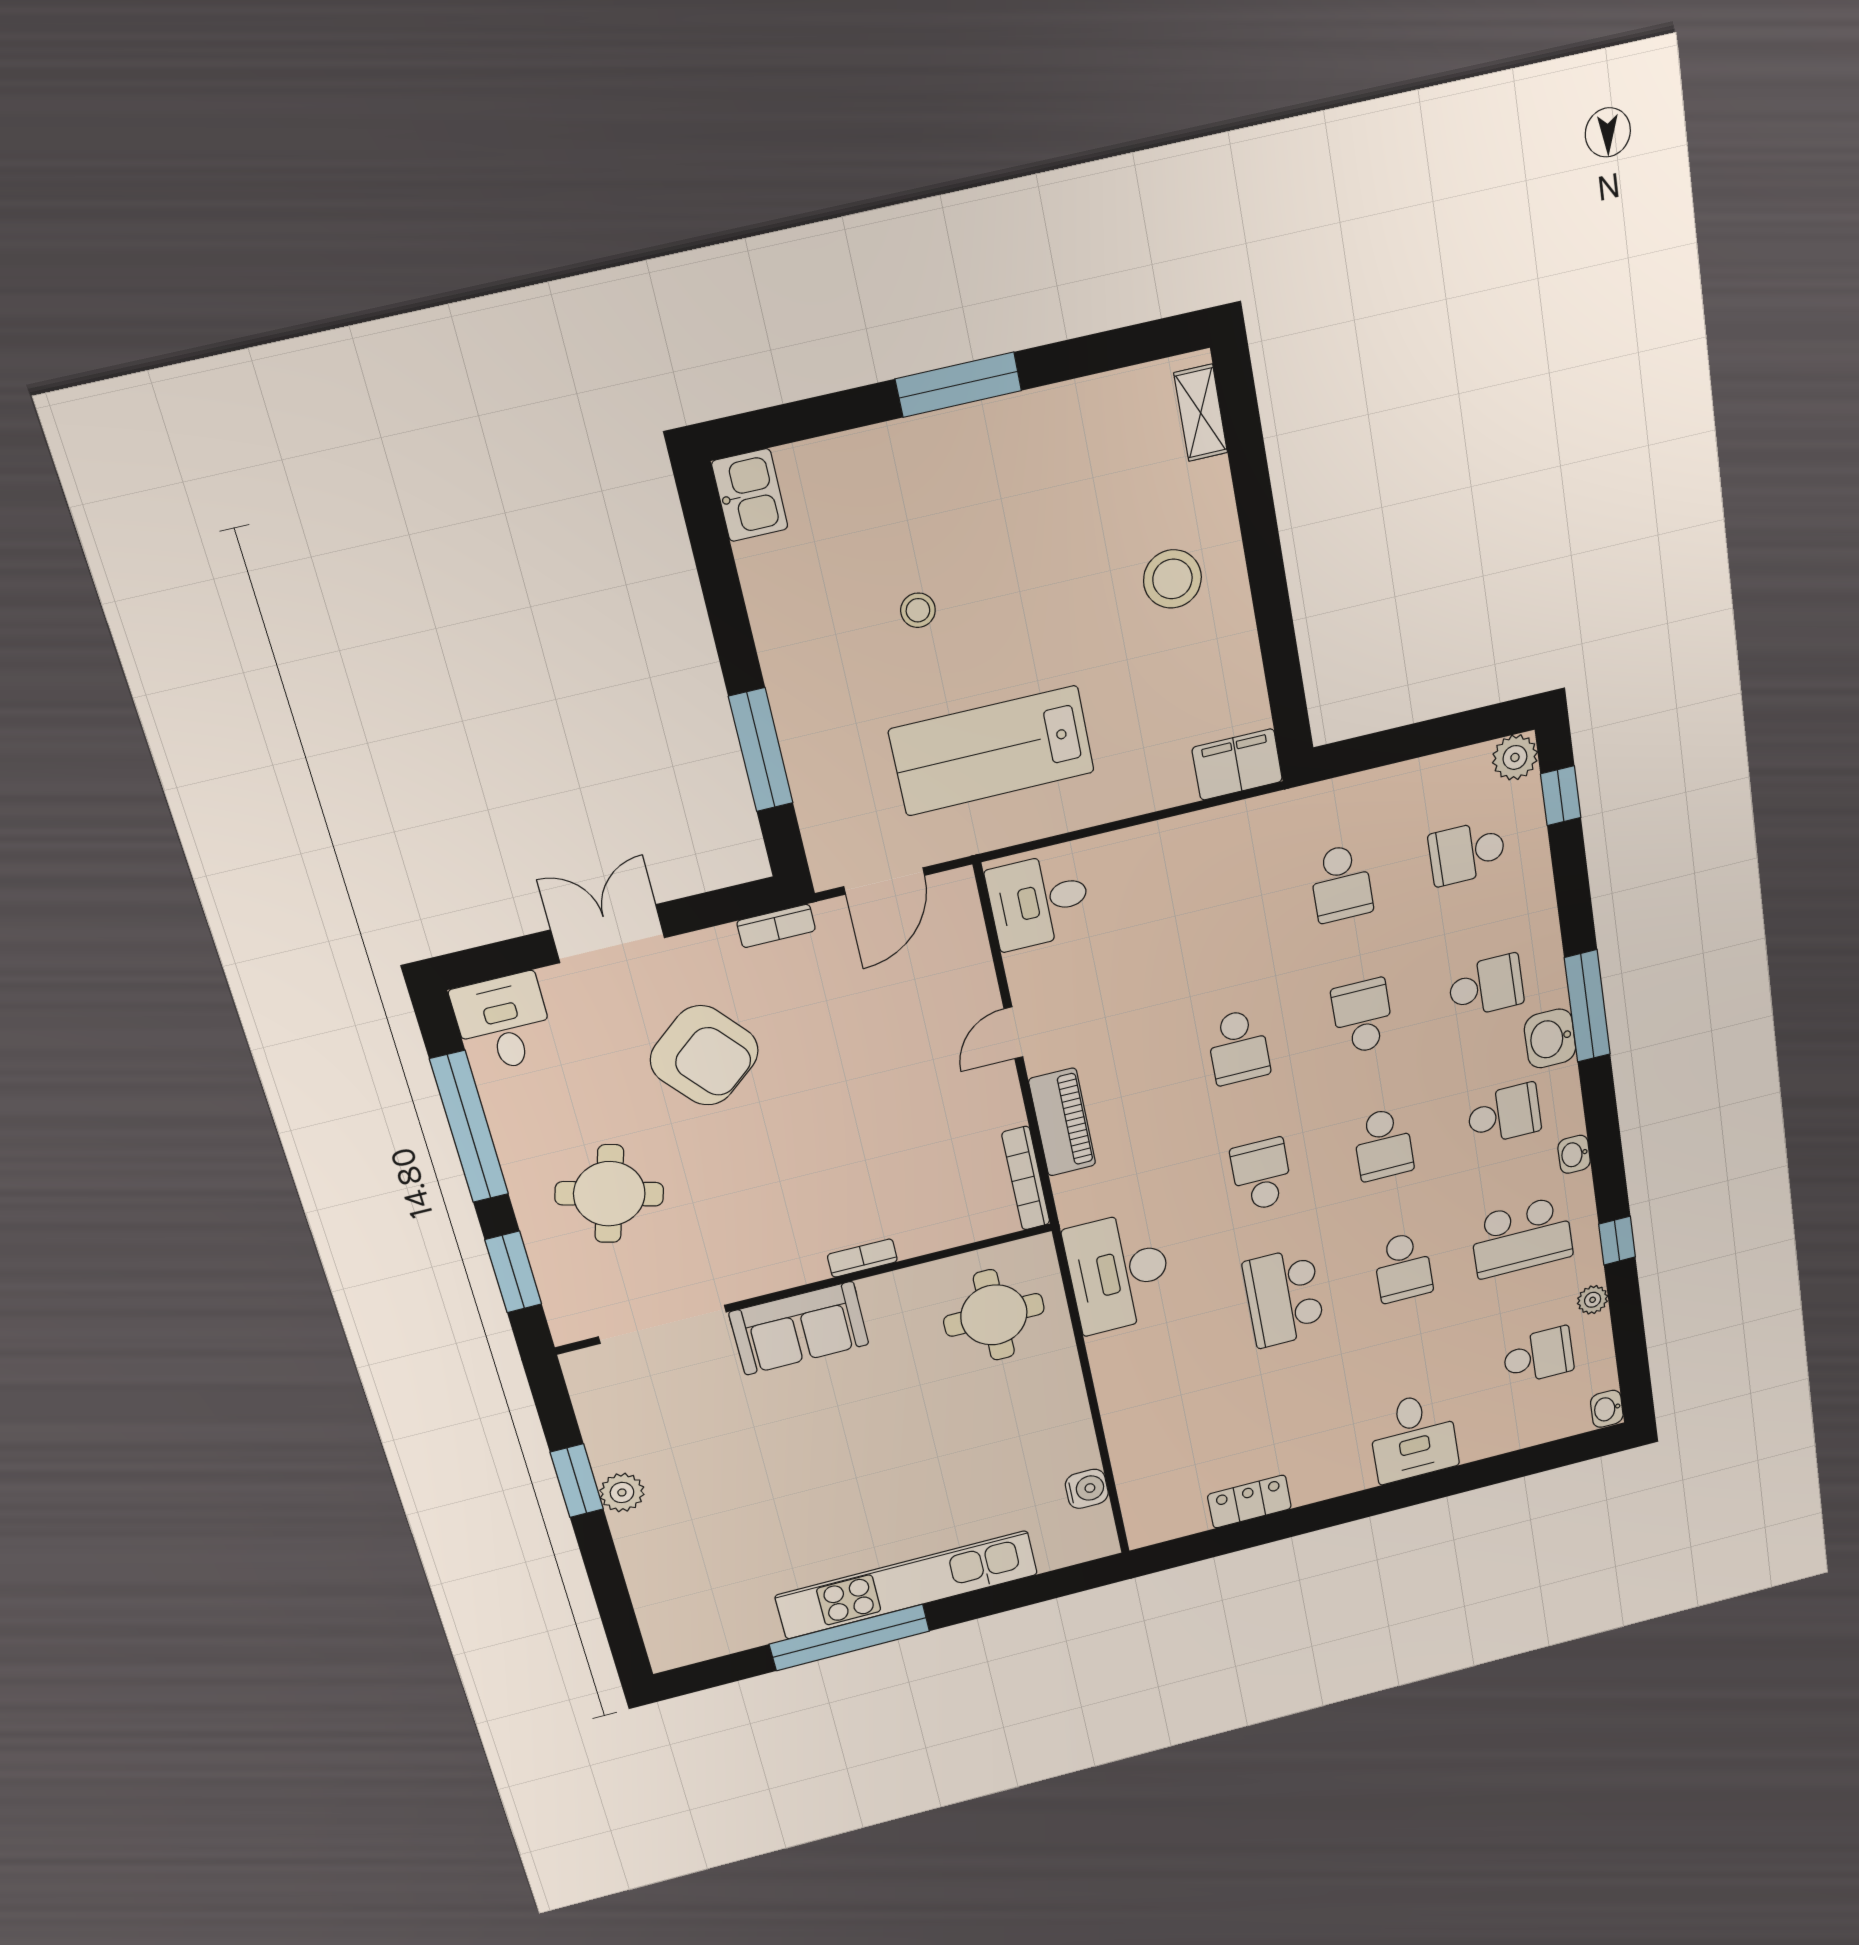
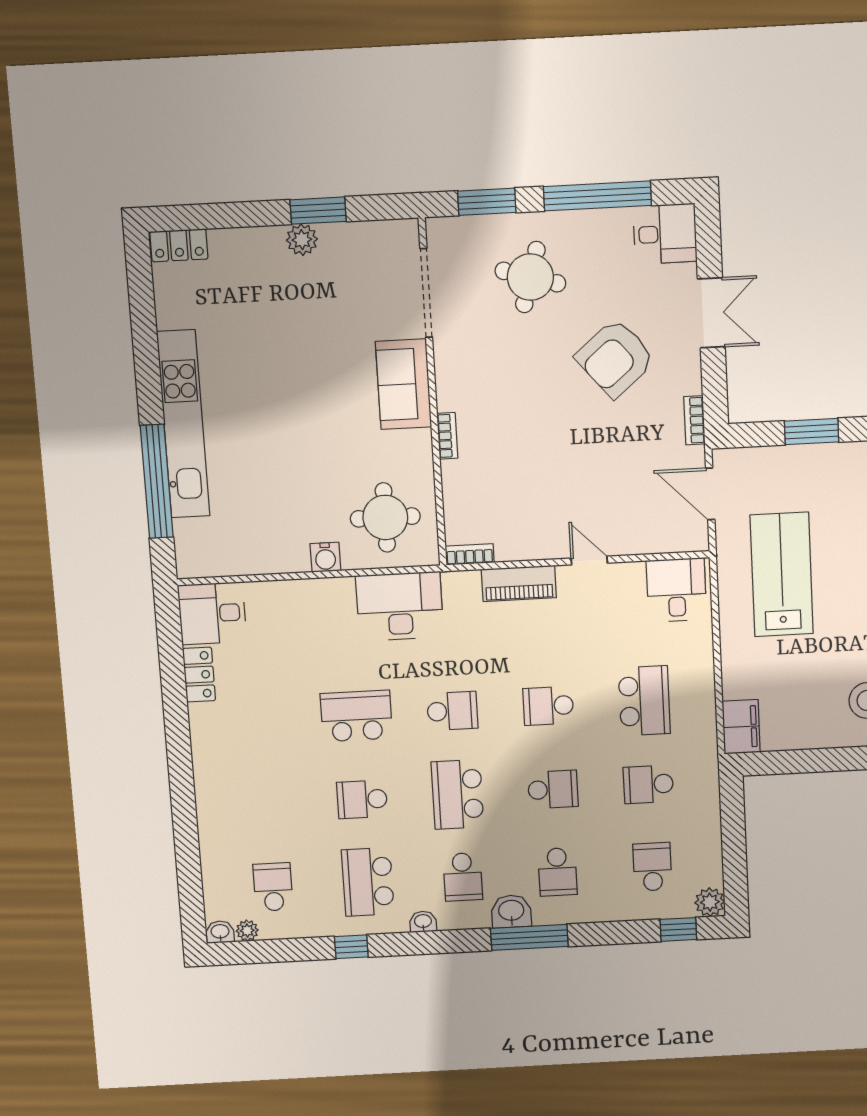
window: (761, 750) -> (812, 432), width x0.69
school desk: (1214, 914) -> (644, 701), added
school desk: (1383, 1144) -> (458, 794), width x1.85
bookcase: (1026, 1178) -> (470, 554), width x0.64
plant: (1593, 1300) -> (247, 931), moved
school desk: (1538, 1356) -> (273, 887), turned 180
desk: (1413, 1437) -> (212, 613), moved
water cooler: (1087, 1489) -> (325, 557), moved
locker: (663, 1635) -> (179, 245), added
window: (850, 1638) -> (157, 481), moved

